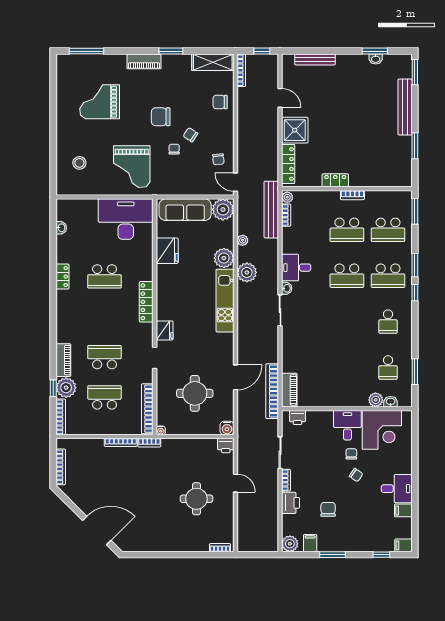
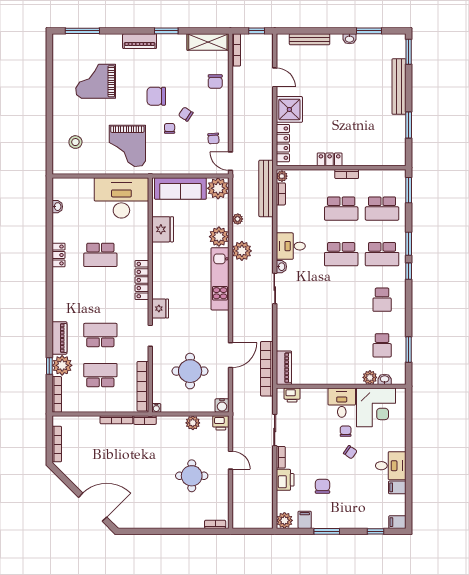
washbasin: (376, 59) -> (349, 39), moved
chair: (220, 102) -> (215, 82), turned -90
plant: (198, 445) -> (193, 423), added

